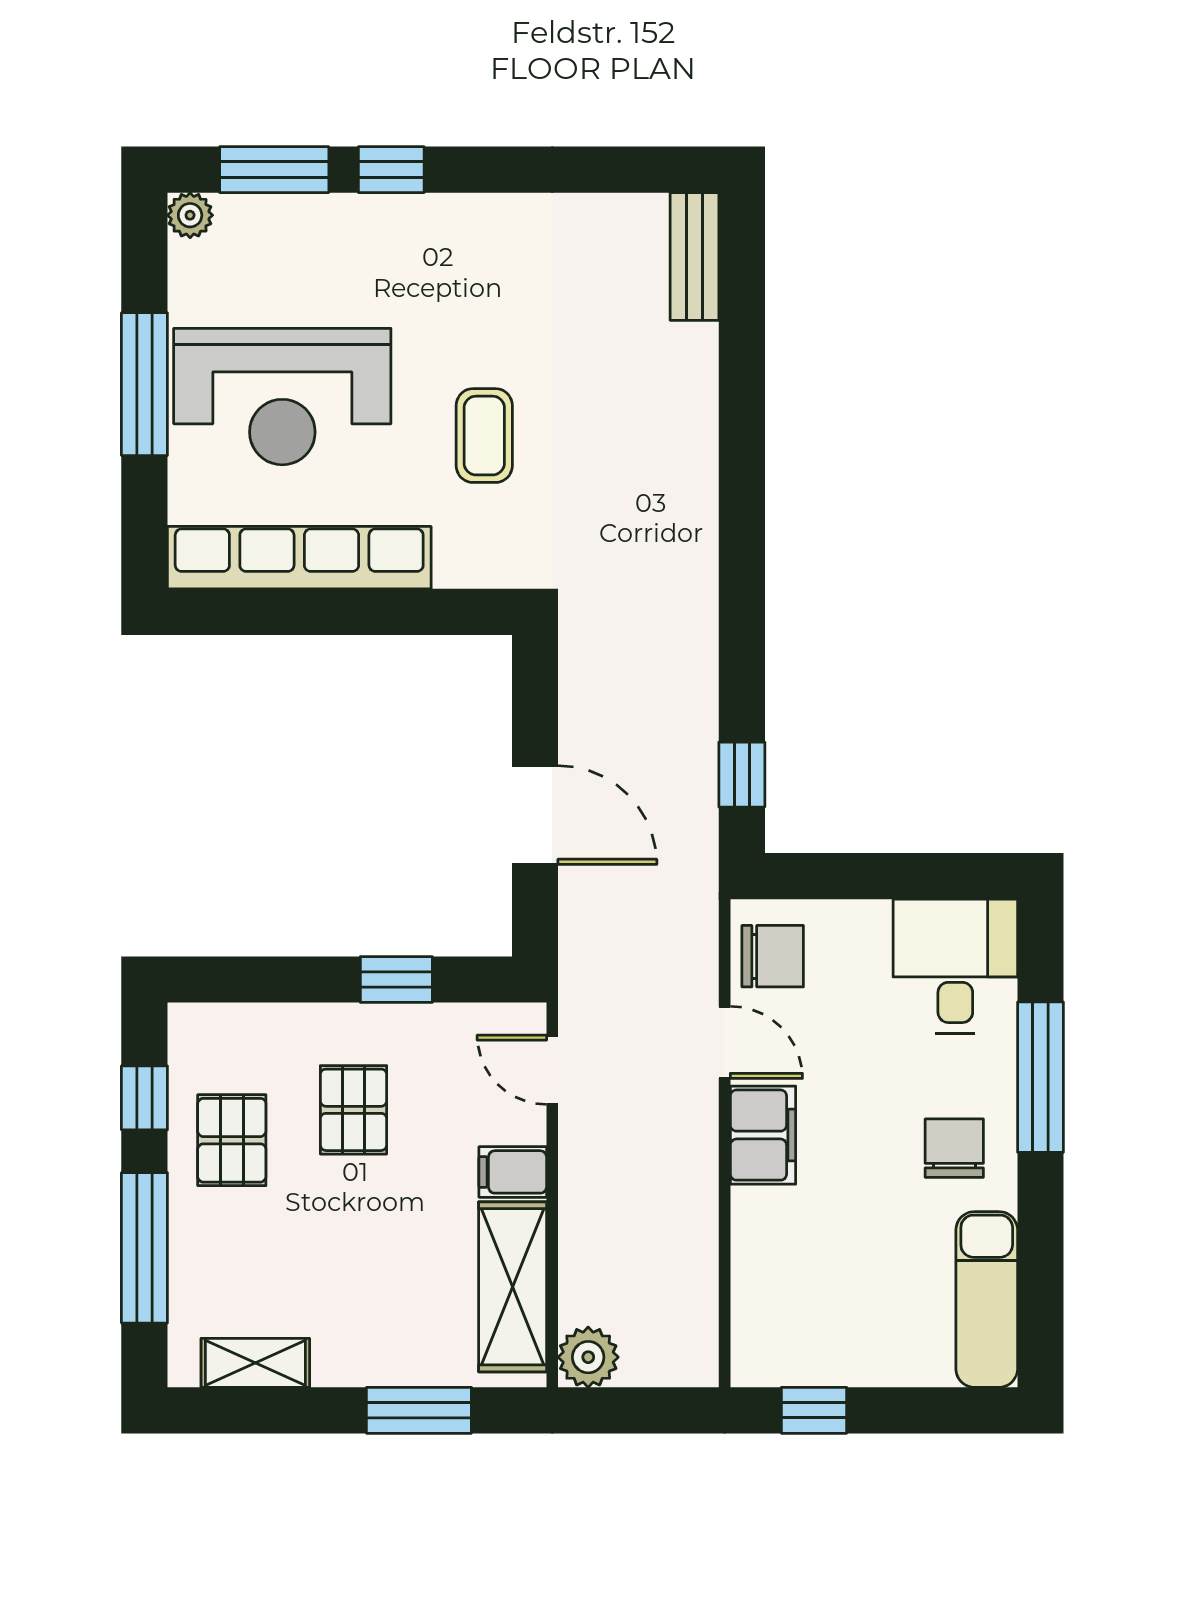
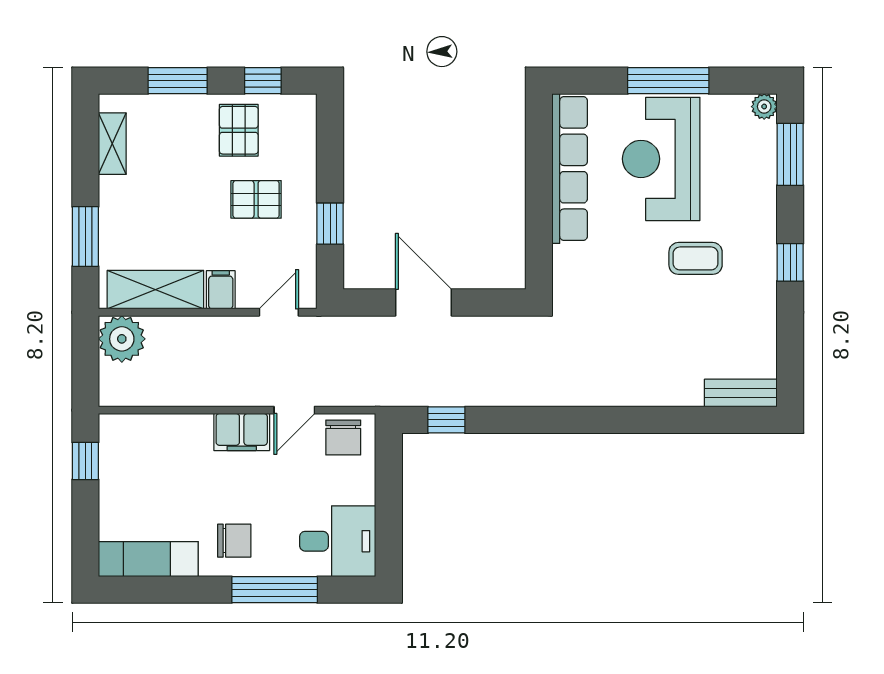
window: (391, 170) -> (790, 262), moved
coffee table: (484, 436) -> (696, 258), moved
door: (535, 815) -> (423, 302), swing flipped
pallet: (232, 1140) -> (239, 130), turned 90
window: (144, 1248) -> (178, 81), width x0.69
plant: (588, 1357) -> (122, 339), width x1.36, depth x1.36

